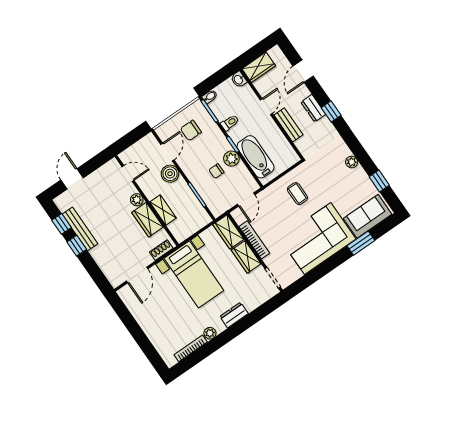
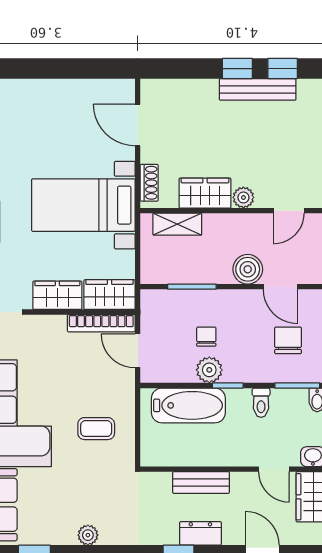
door: (266, 107) -> (274, 469), moved
shelving: (163, 210) -> (177, 224), moved
bookcase: (254, 240) -> (101, 323), moved

